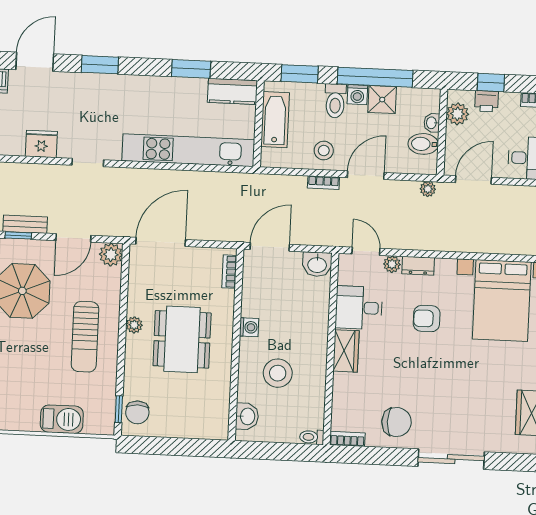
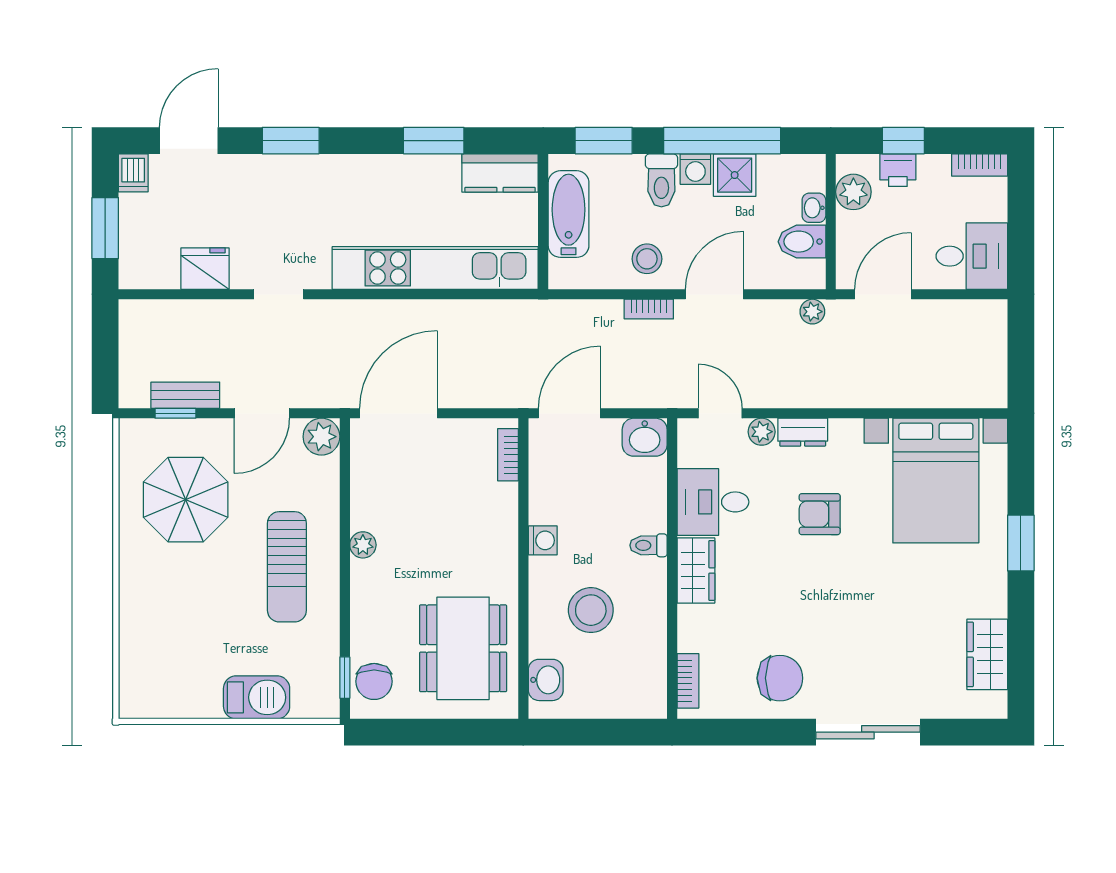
dining table: (182, 339) -> (463, 648), moved
toilet: (312, 437) -> (649, 545), moved
bookcase: (347, 439) -> (688, 681), moved, turned 90

